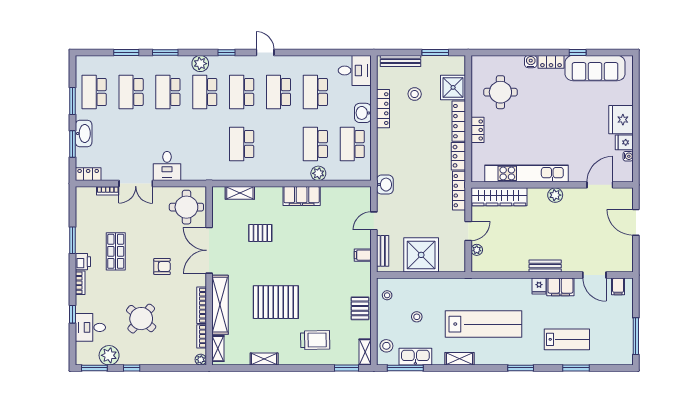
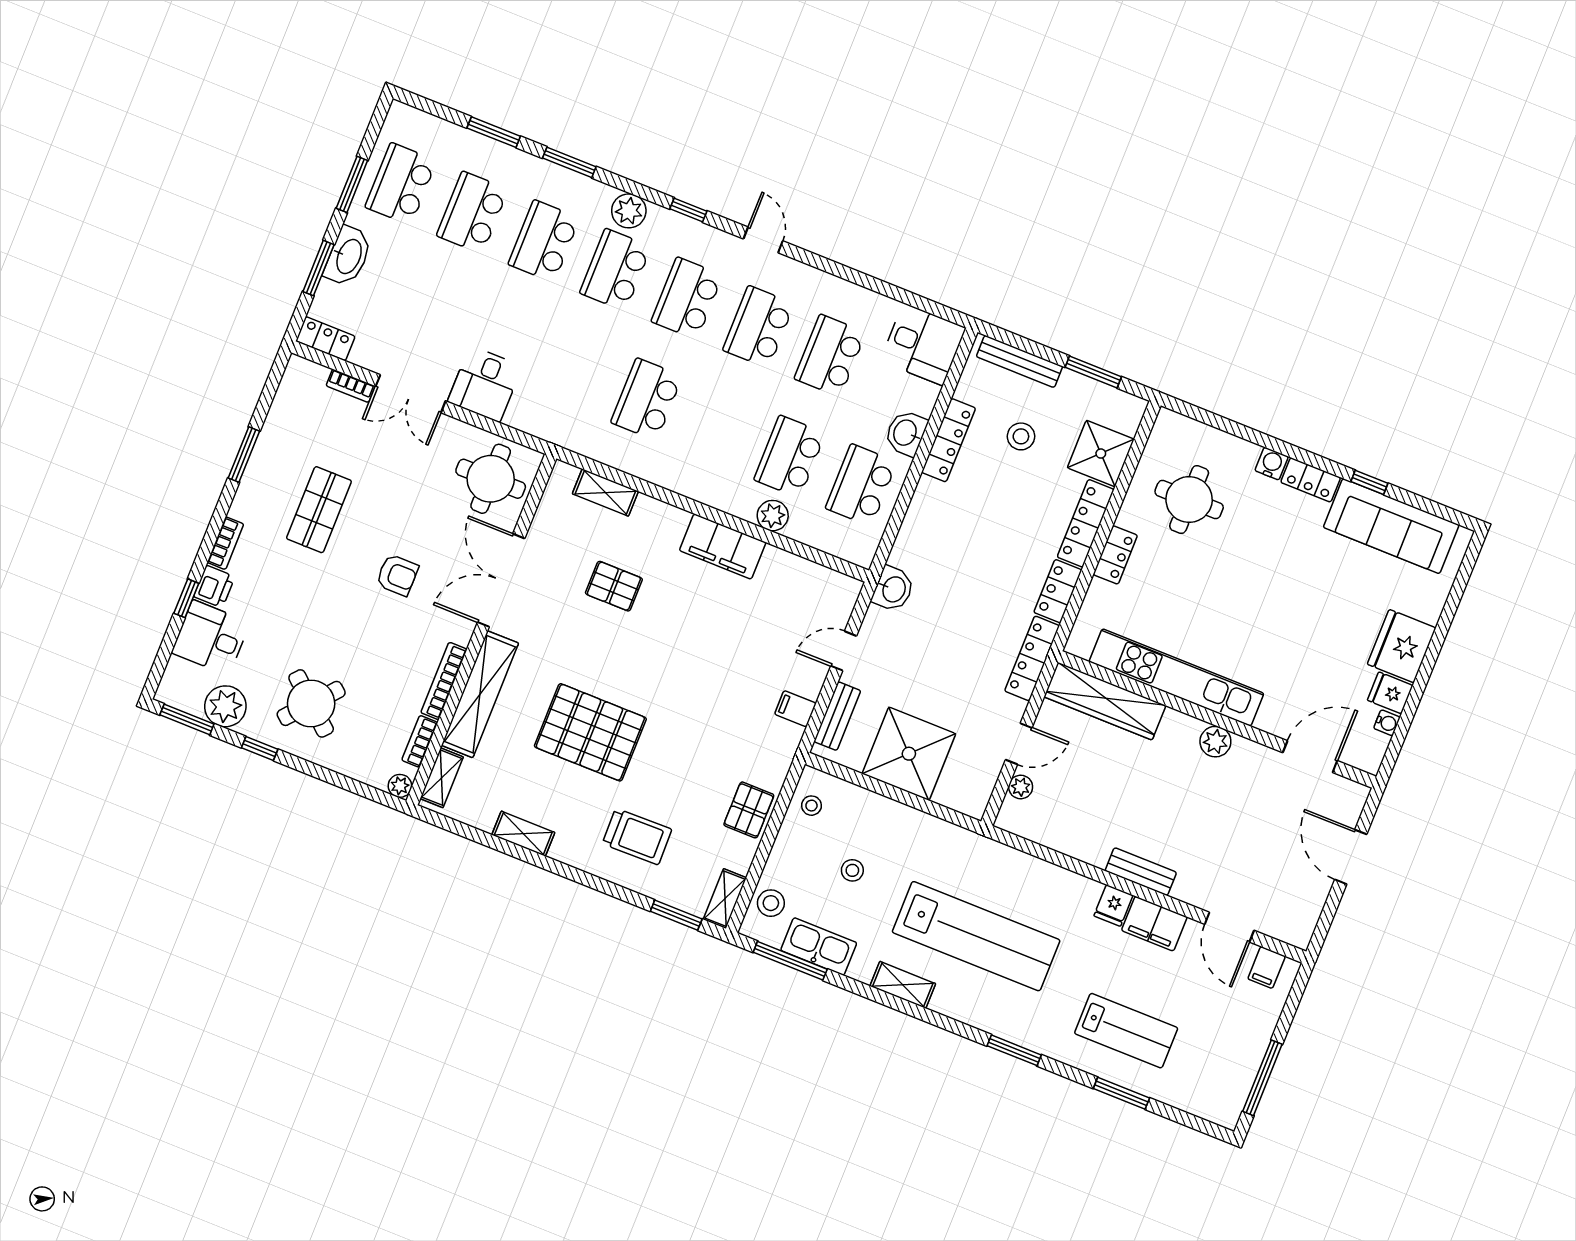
printer: (83, 262) -> (214, 587), moved
round table: (141, 319) -> (311, 703), moved

